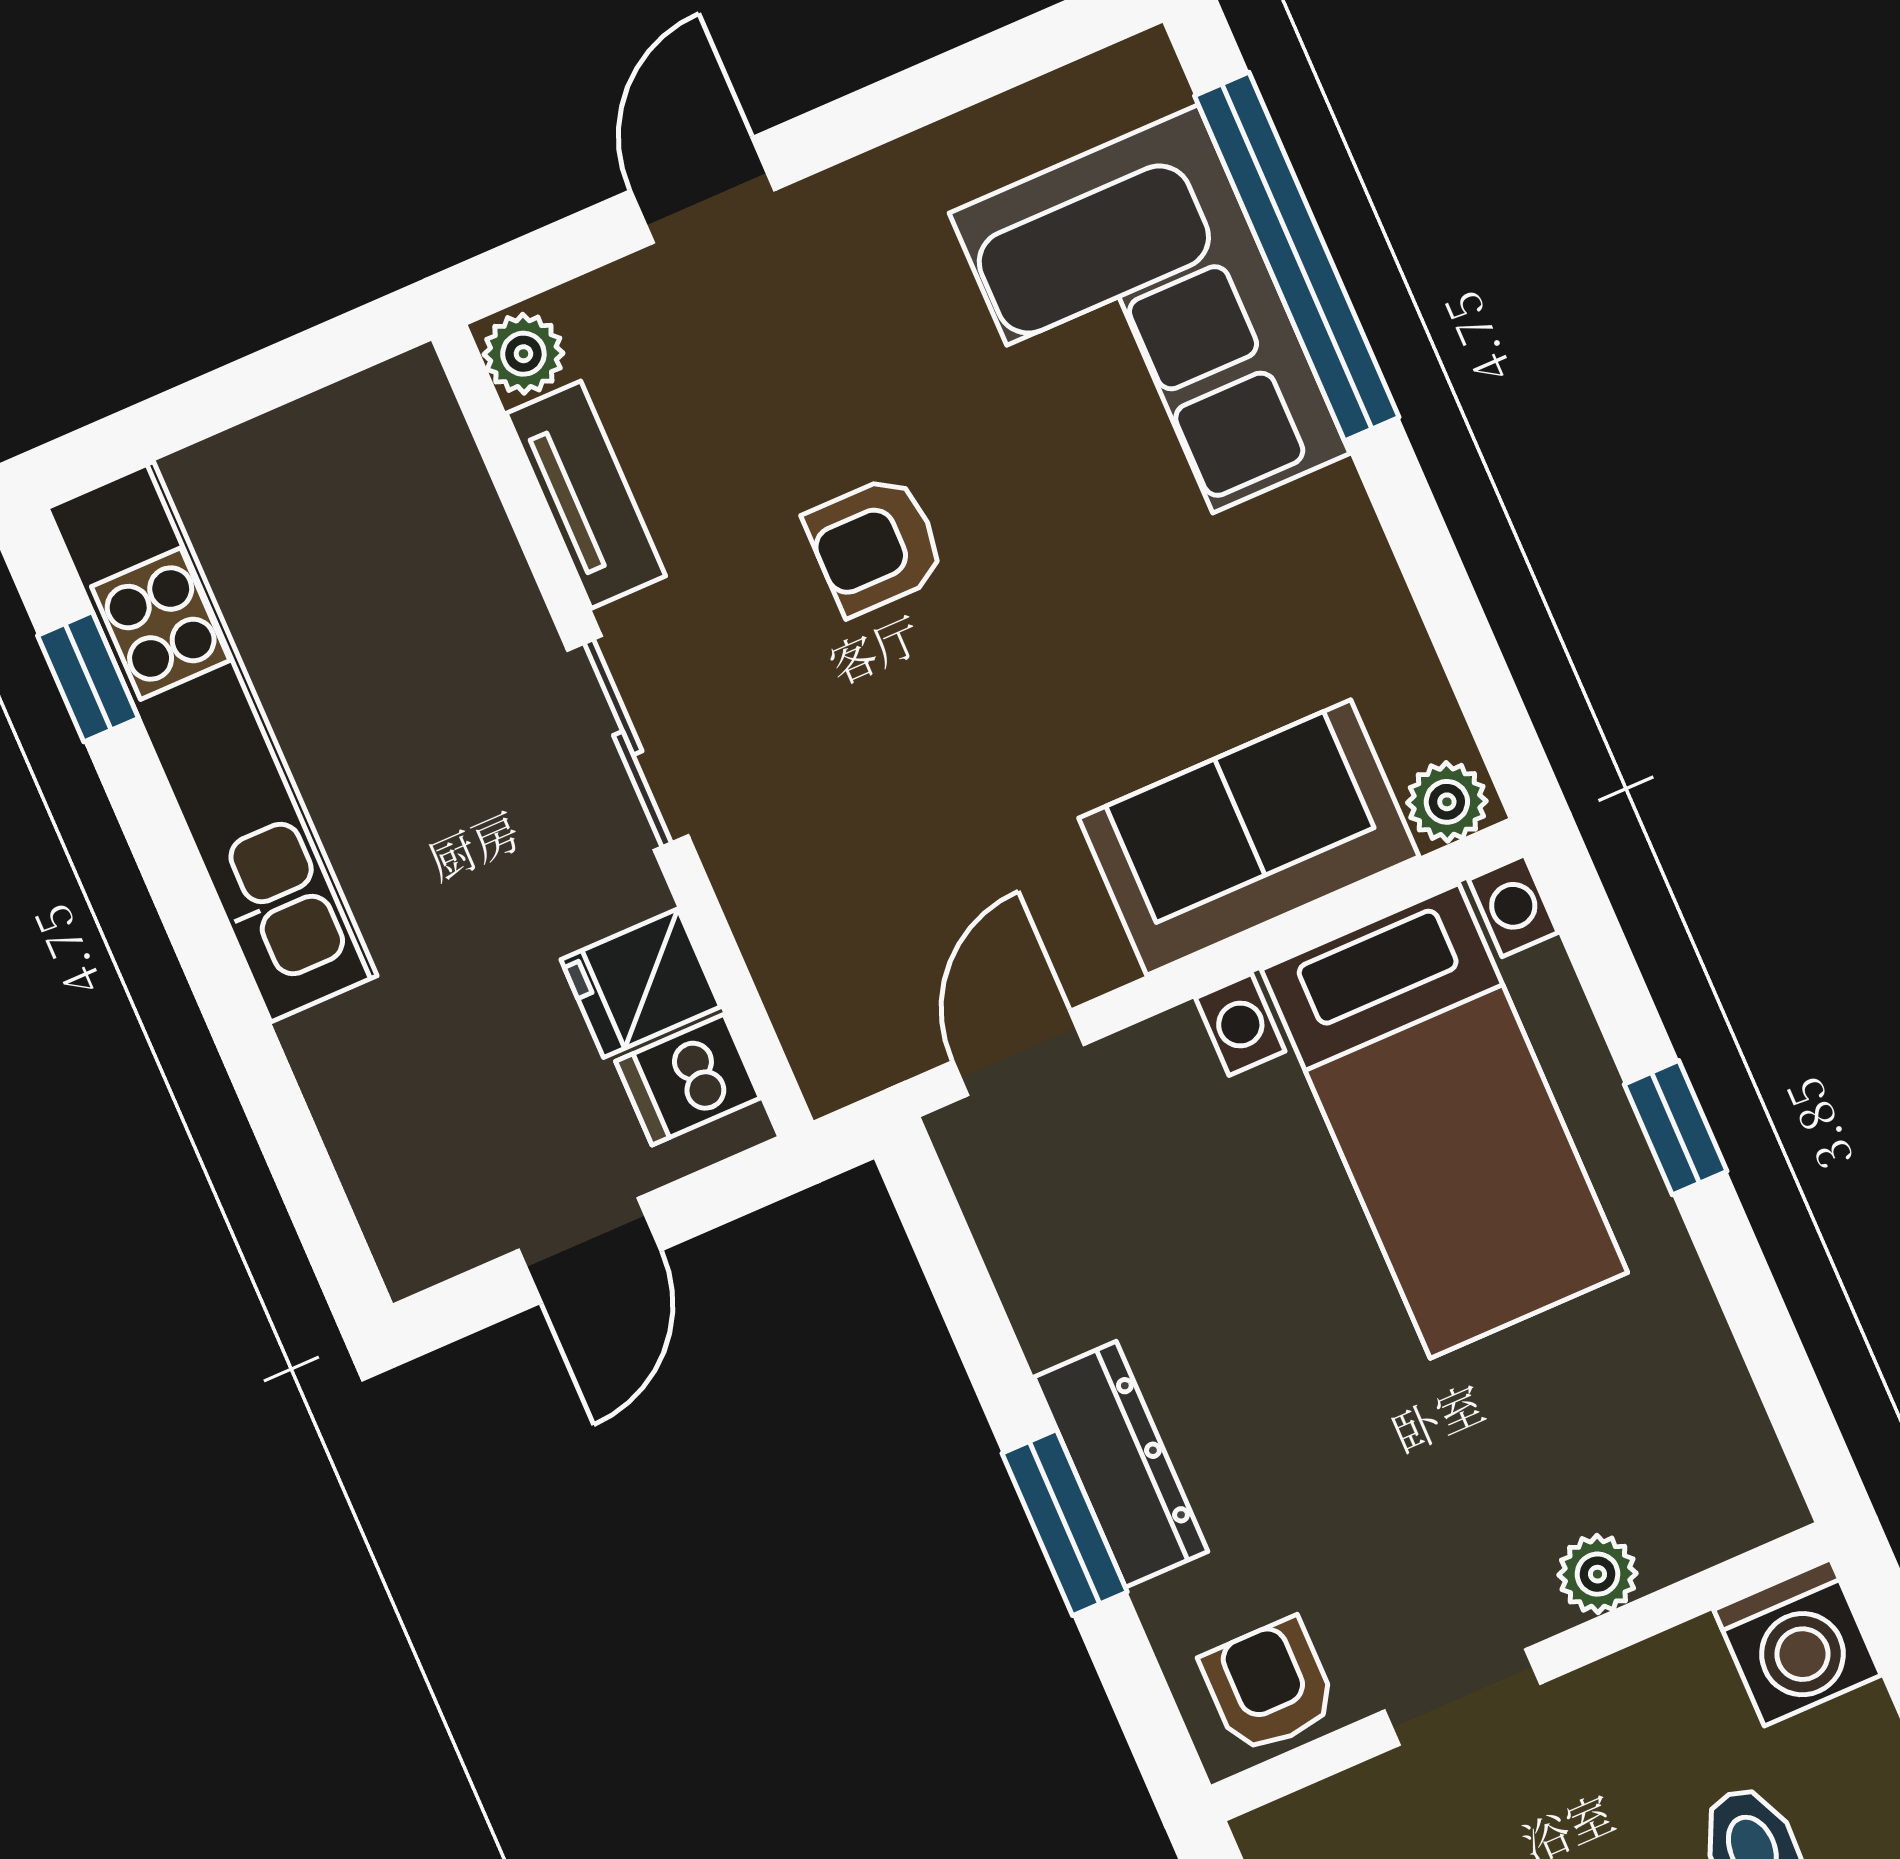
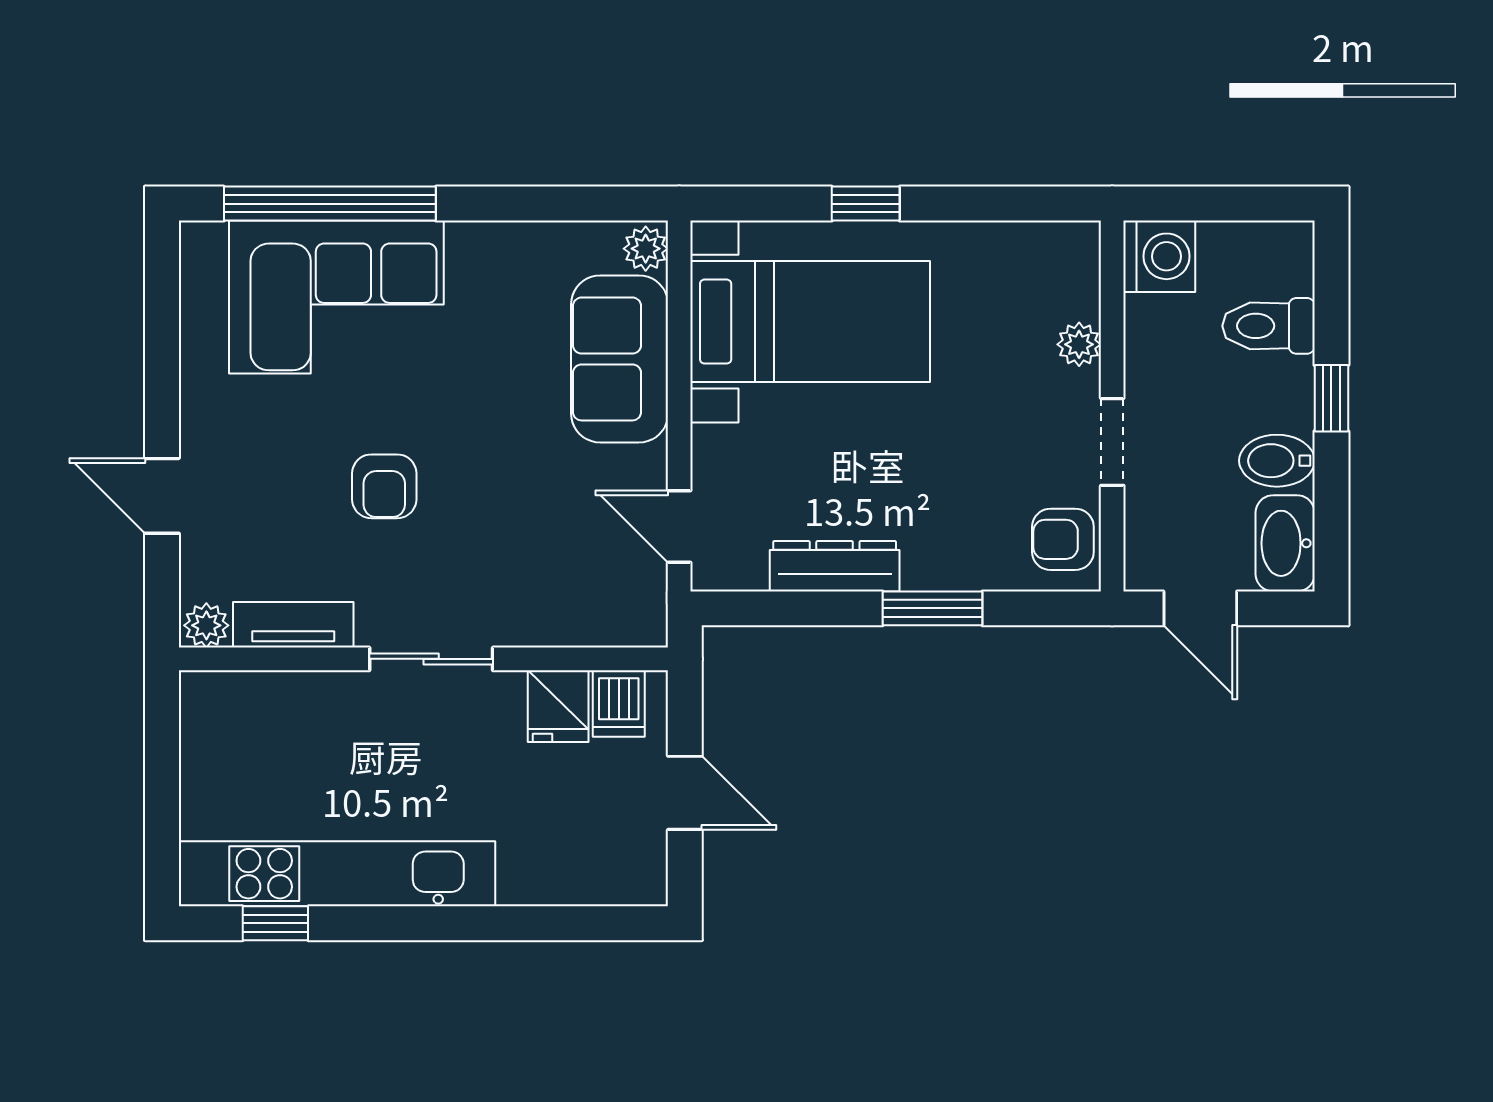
dresser: (1121, 1464) -> (835, 566), moved

